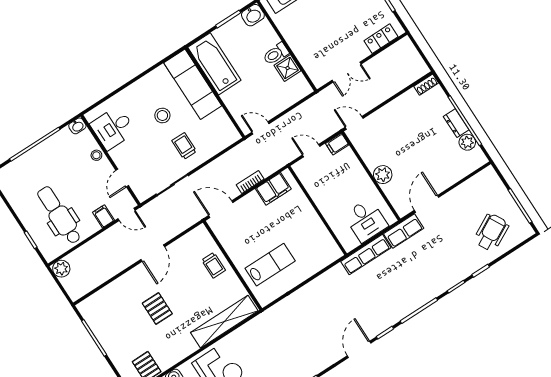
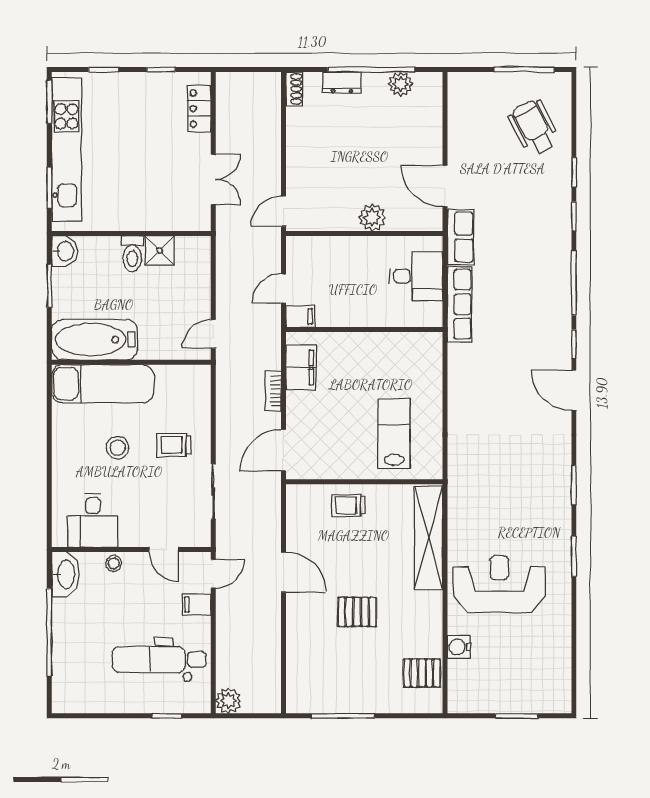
dresser: (456, 123) -> (342, 83), moved
washbasin: (77, 126) -> (65, 574), width x1.91, depth x1.45
filing cabinet: (337, 144) -> (300, 316), moved, turned -90
trolley: (213, 265) -> (348, 505), turned 180

